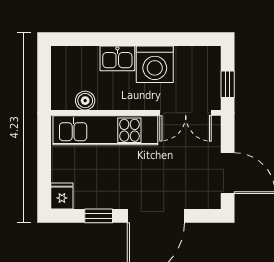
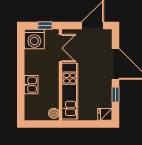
washing machine: (155, 64) -> (34, 39), moved, turned 90
boiler: (85, 101) -> (54, 113), moved

